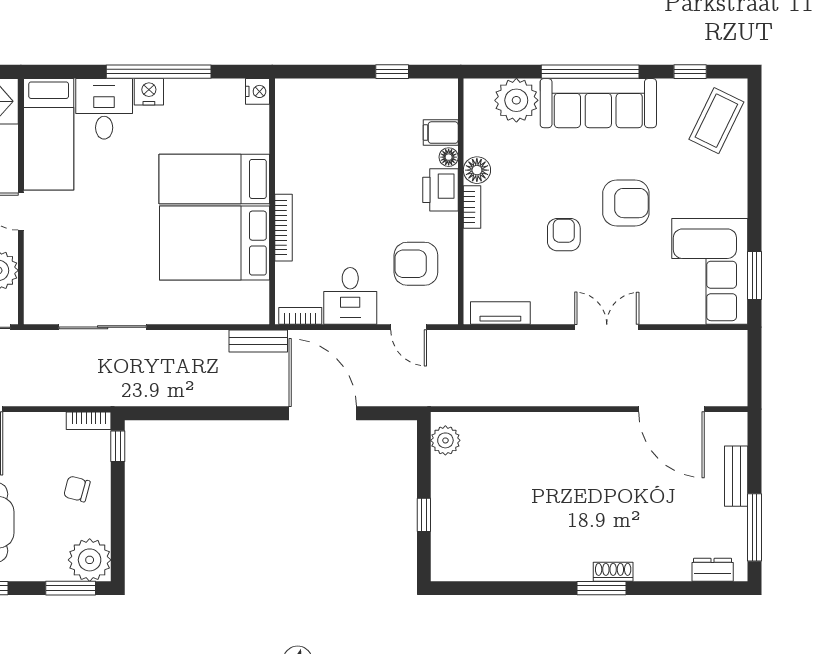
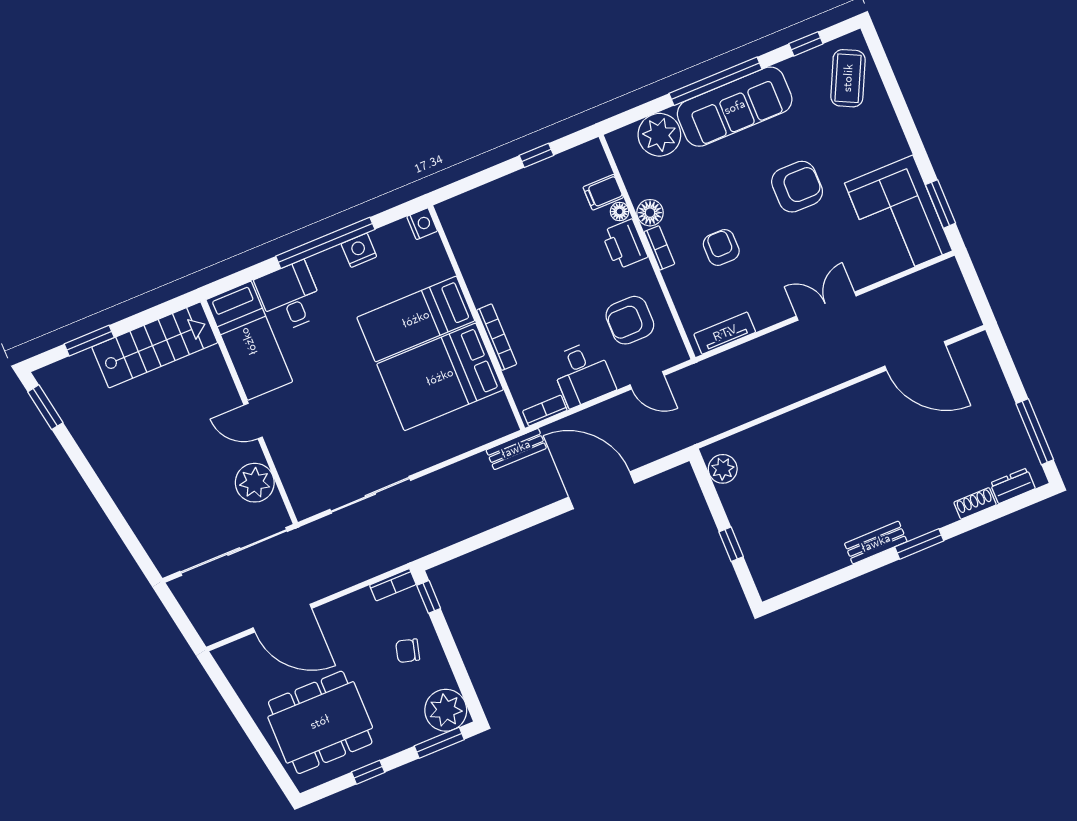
nightstand: (149, 92) -> (359, 250), moved
armchair: (564, 235) -> (721, 247), moved
bench: (736, 476) -> (876, 543), moved, turned 90
shoe rack: (613, 572) -> (975, 503), moved

